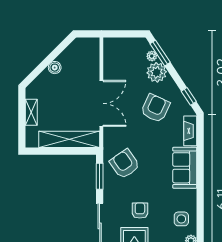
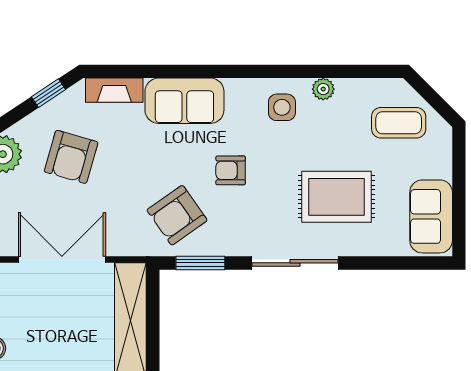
armchair: (155, 108) -> (71, 157), turned -99
armchair: (140, 211) -> (231, 170), moved

